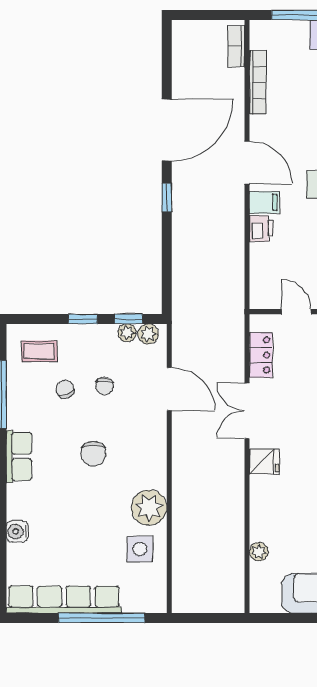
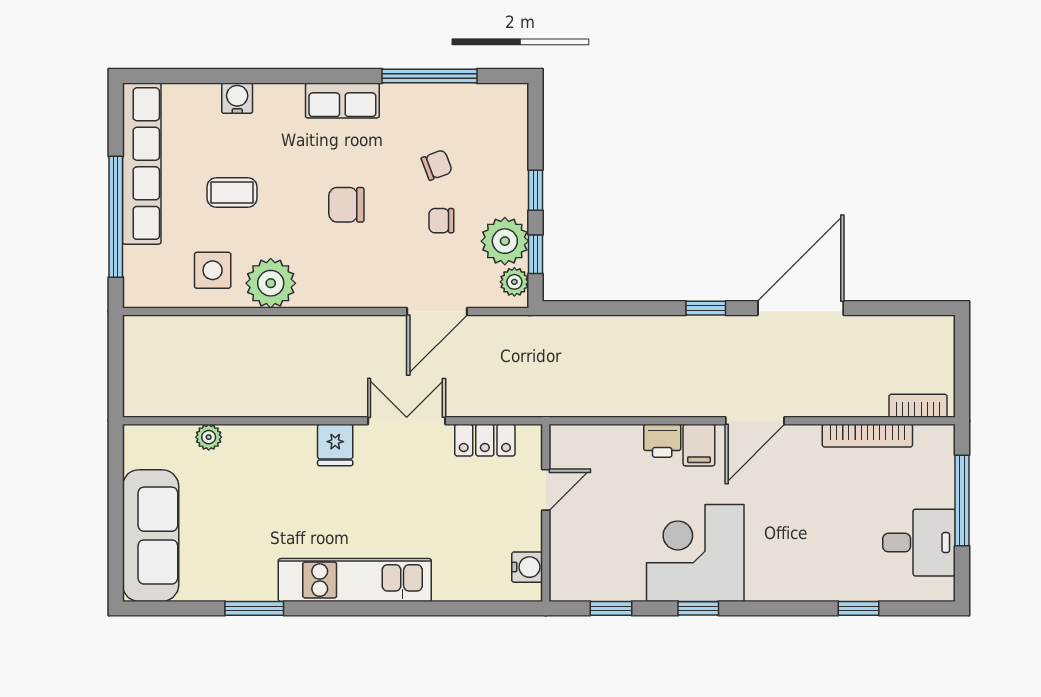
door: (167, 130) -> (801, 308), swing flipped
plant: (127, 333) -> (505, 241), width x1.87, depth x1.87
coffee table: (39, 351) -> (232, 192), moved, turned 90

